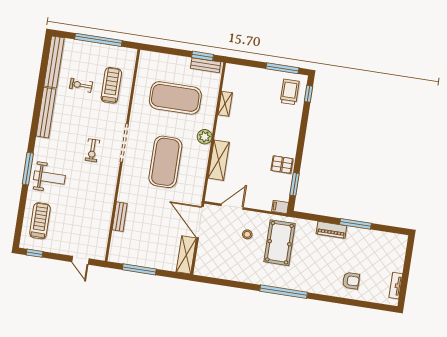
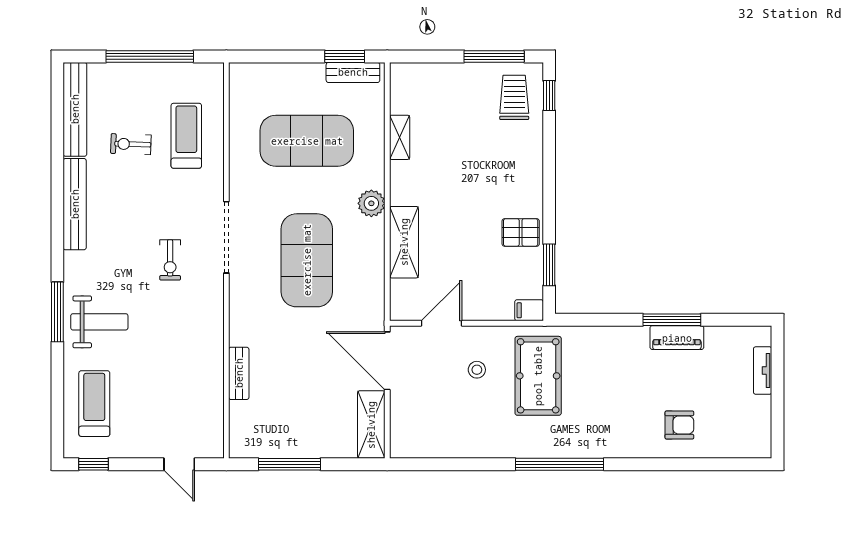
piano: (331, 230) -> (677, 338), moved
tv unit: (396, 286) -> (763, 371), moved

